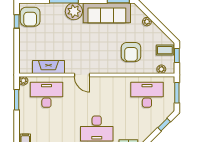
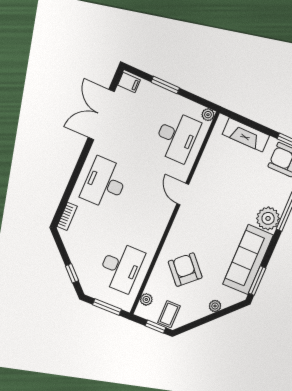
armchair: (131, 52) -> (185, 270), turned 48
fireplace: (48, 67) -> (246, 135), moved, turned 90
door: (82, 75) -> (183, 194), hinge flipped
window: (17, 100) -> (165, 85), moved

